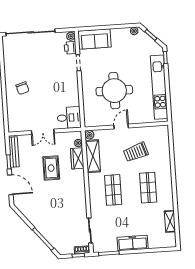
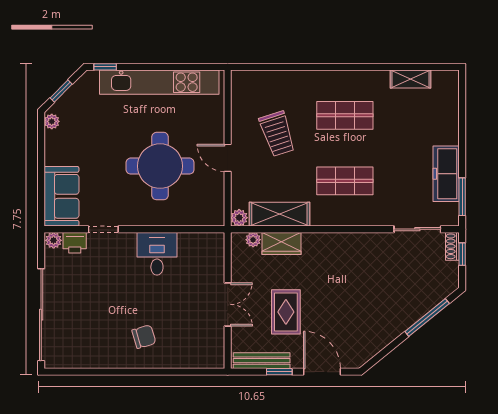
desk: (69, 118) -> (157, 254), moved
rug: (51, 168) -> (286, 312), moved, turned 90
door: (10, 185) -> (322, 372), hinge flipped
freezer: (133, 243) -> (446, 174), moved

